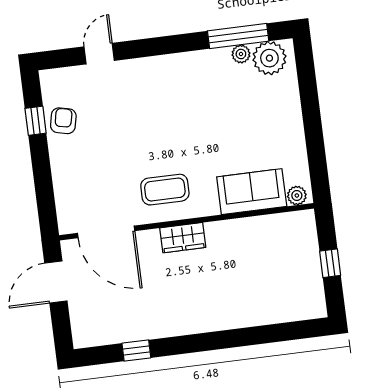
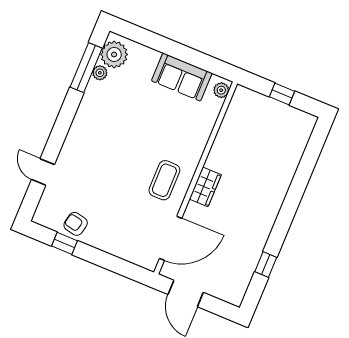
sofa: (252, 192) -> (182, 77), moved, turned -90

